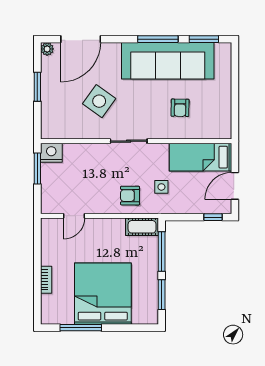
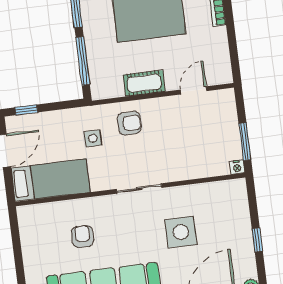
window: (37, 87) -> (257, 240), width x0.67
side table: (99, 101) -> (181, 232), turned -36
nightstand: (51, 153) -> (237, 167), width x0.53, depth x0.56
cot: (142, 227) -> (144, 83), moved

